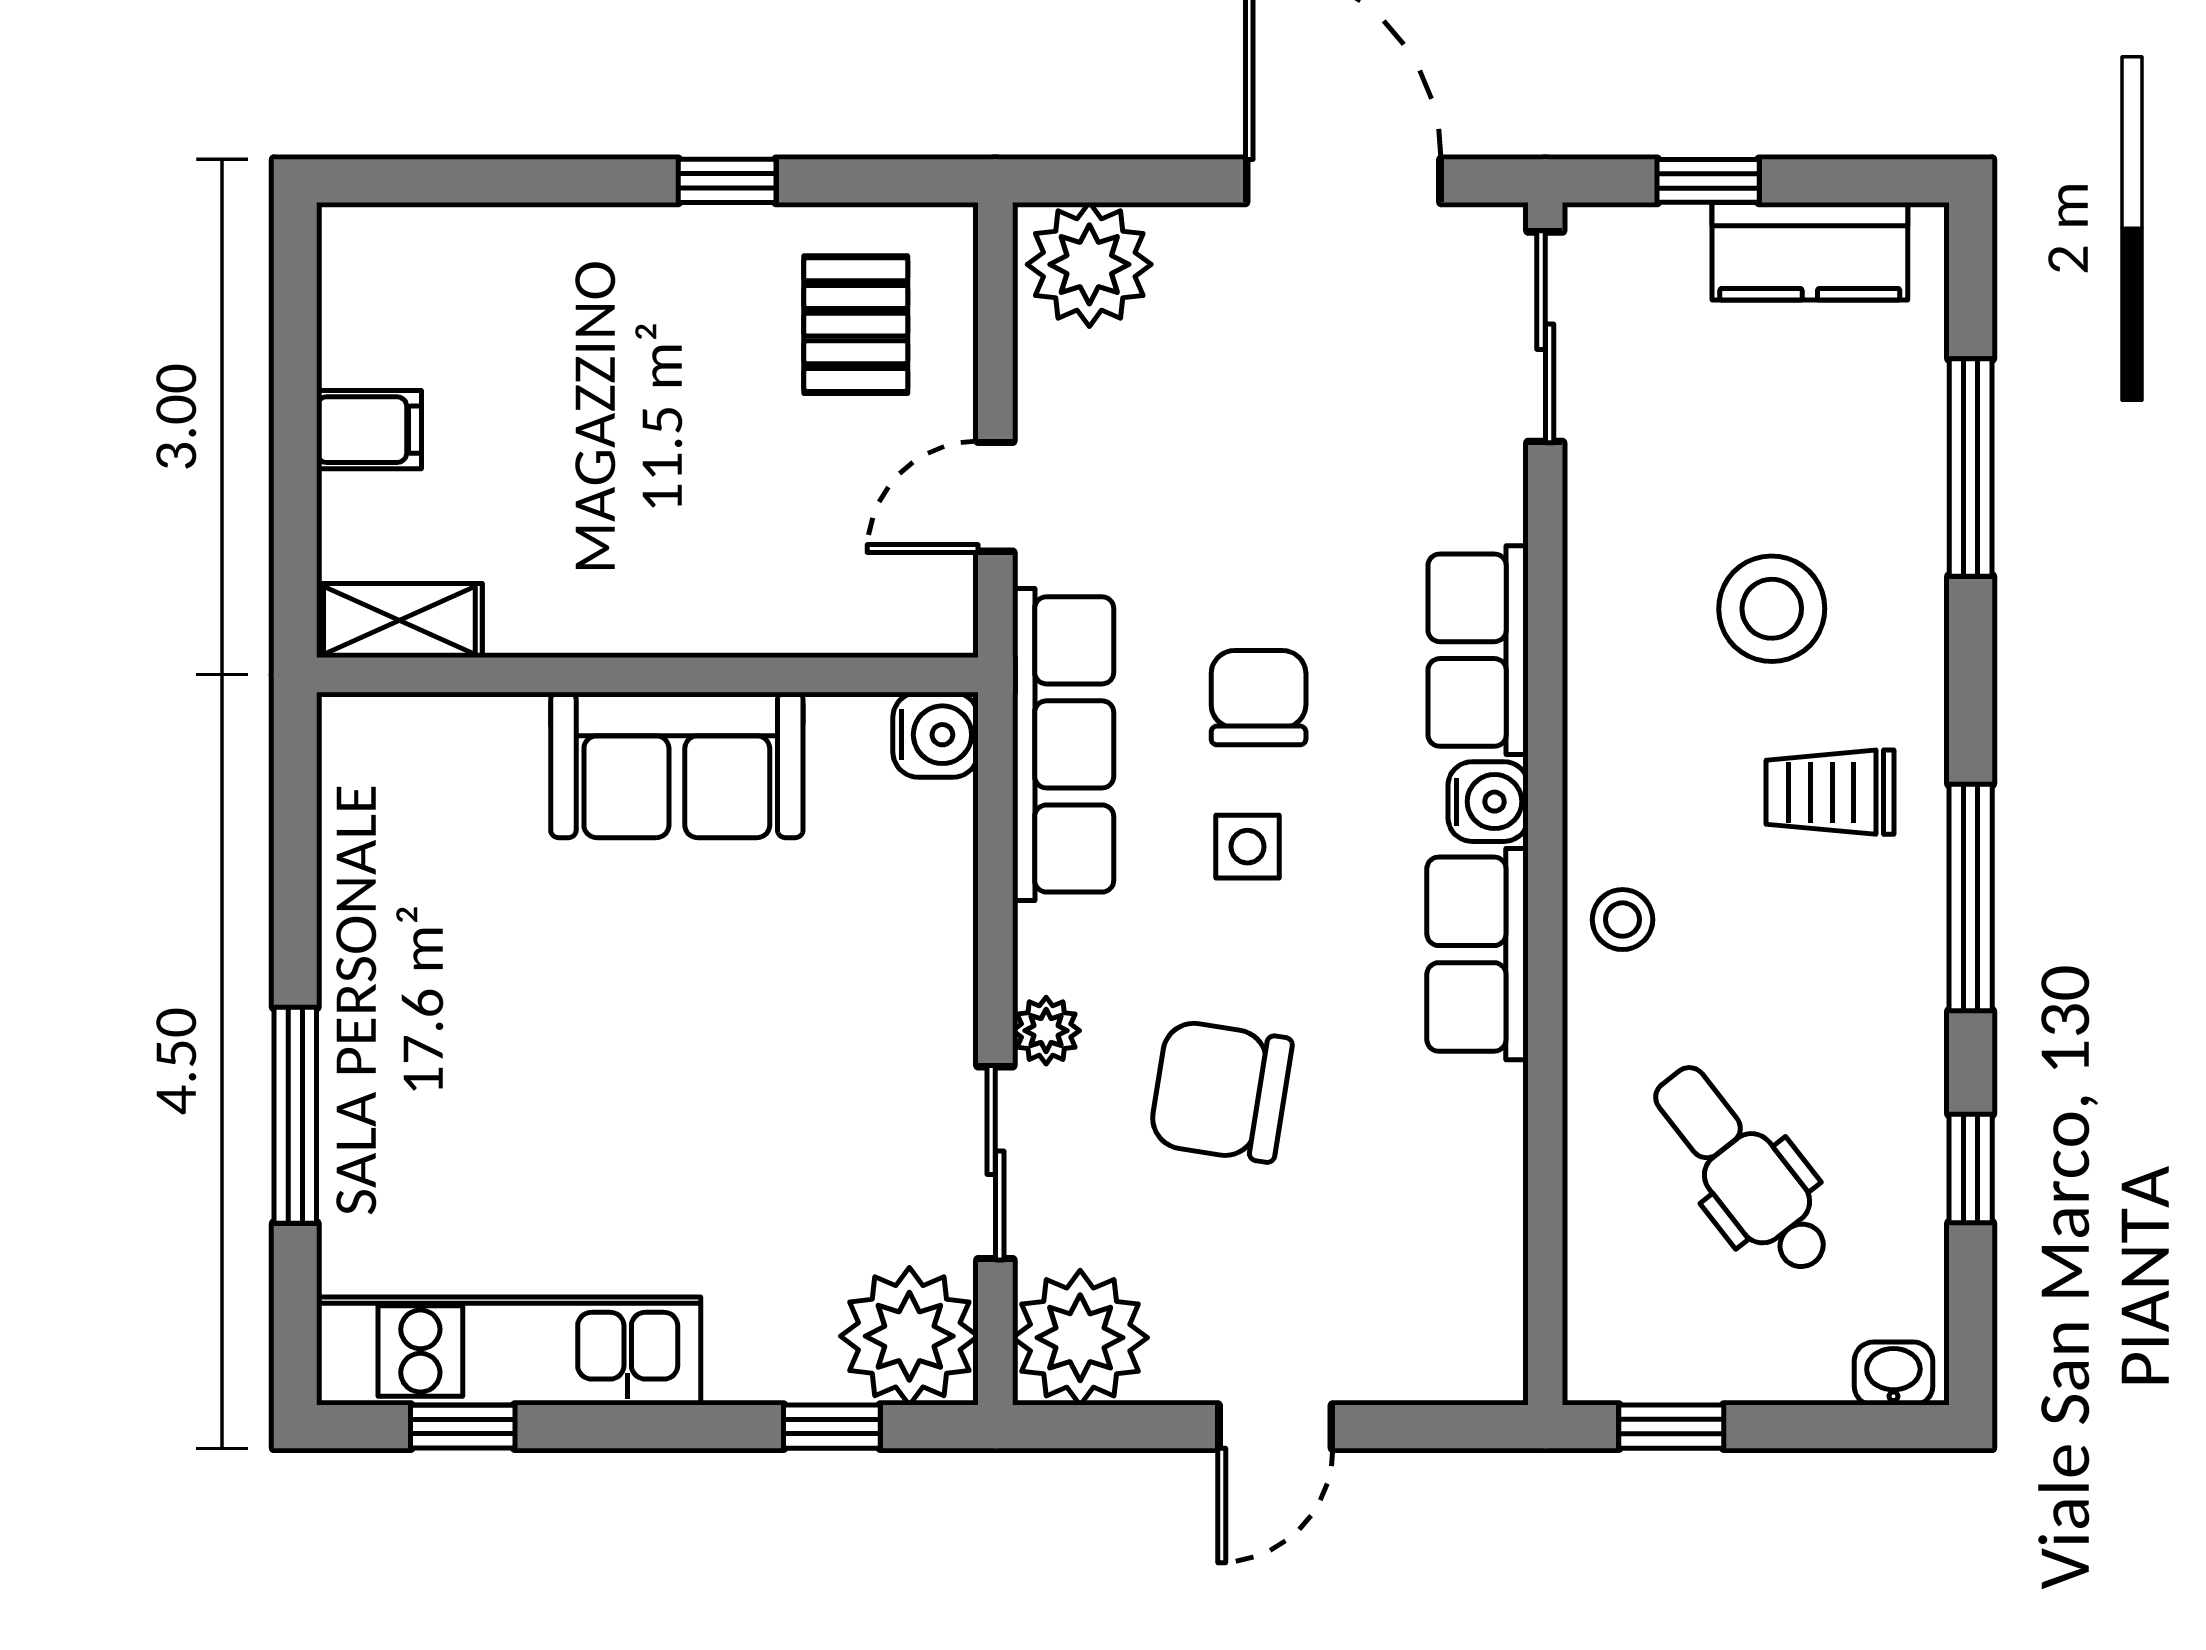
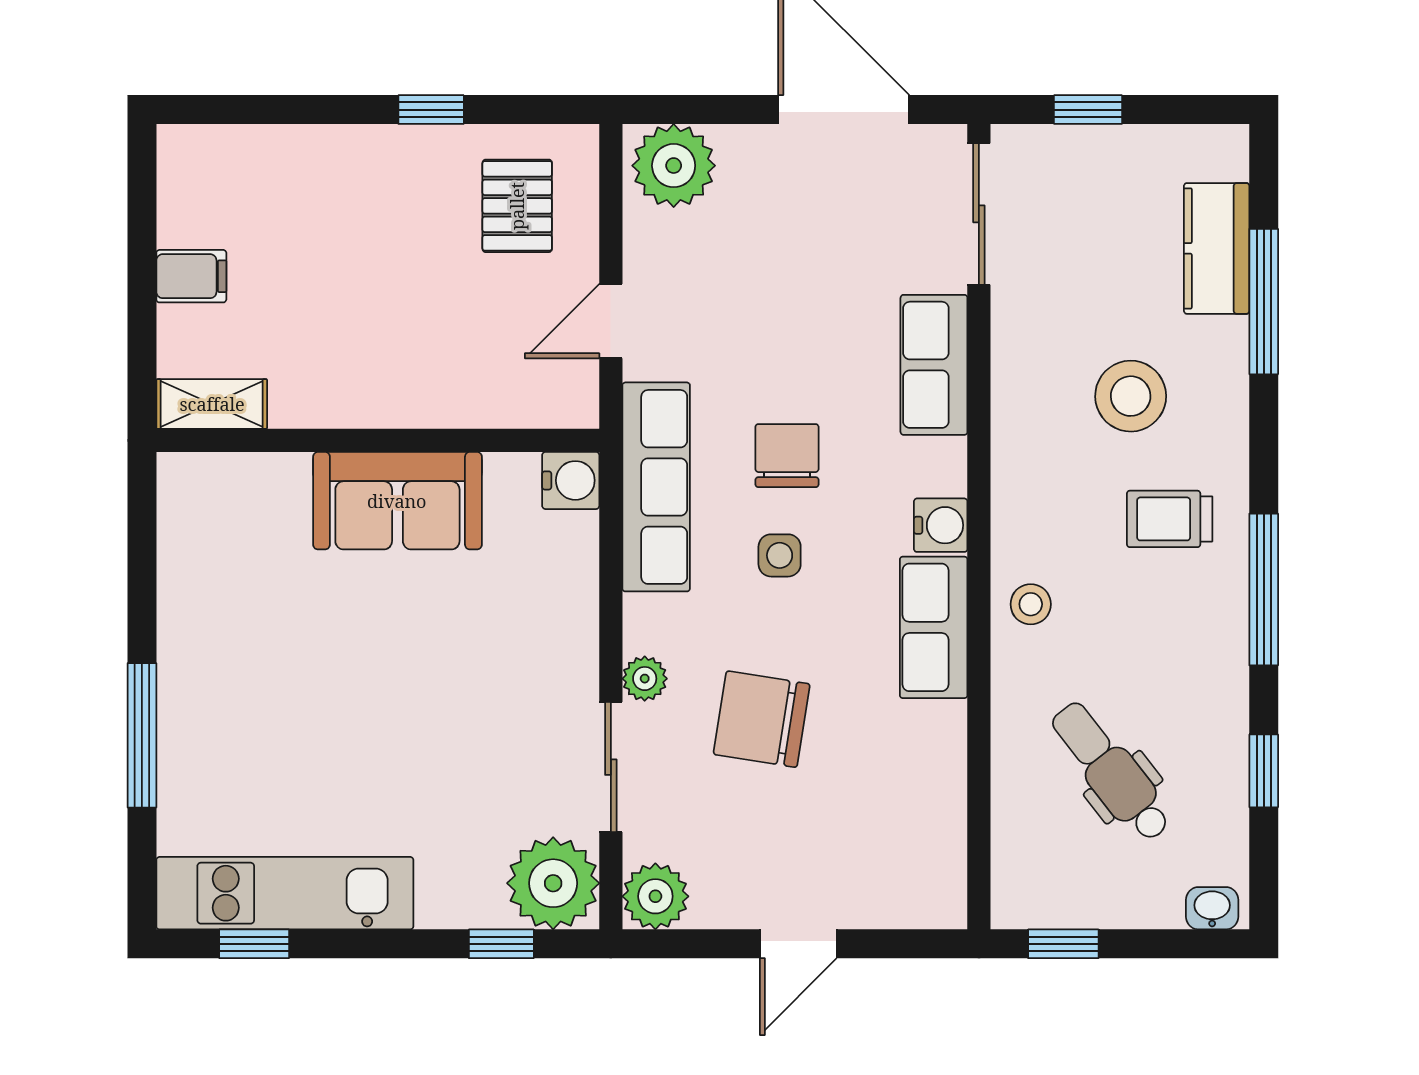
kitchen counter: (1810, 251) -> (1217, 248), moved, turned 90
row of seats: (1478, 650) -> (934, 365), moved
plant: (1080, 1338) -> (655, 896), width x0.73, depth x0.73

